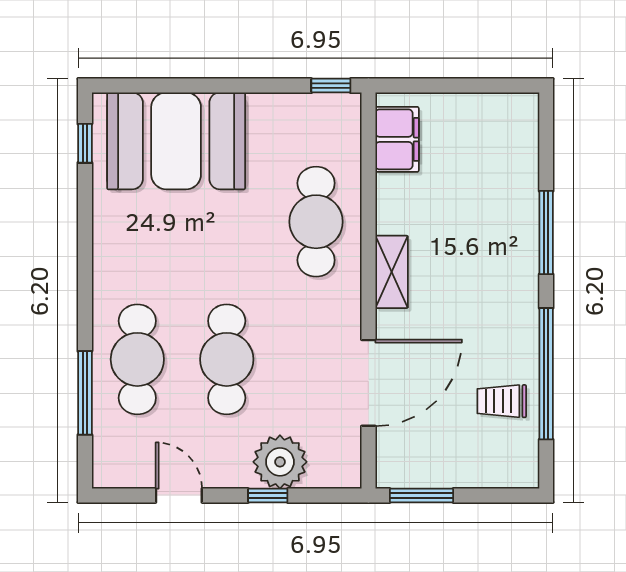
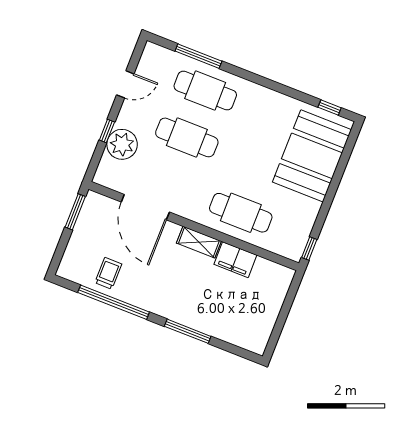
filing cabinet: (397, 139) -> (235, 260), moved

